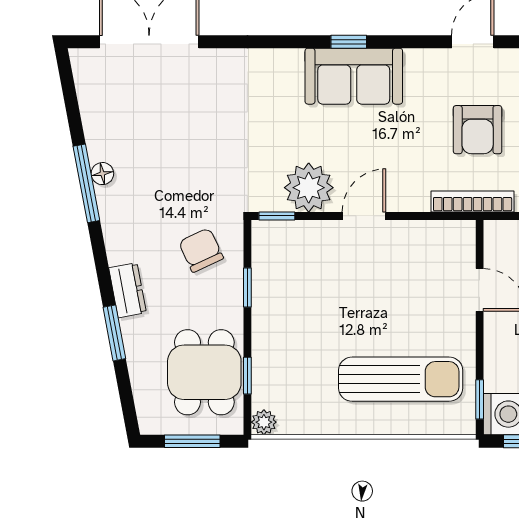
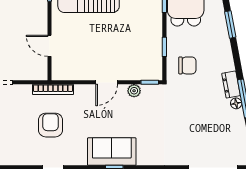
plant: (309, 188) -> (134, 91), width x0.53, depth x0.53
chair: (201, 250) -> (187, 65), turned -65
dresser: (128, 290) -> (231, 84), moved

